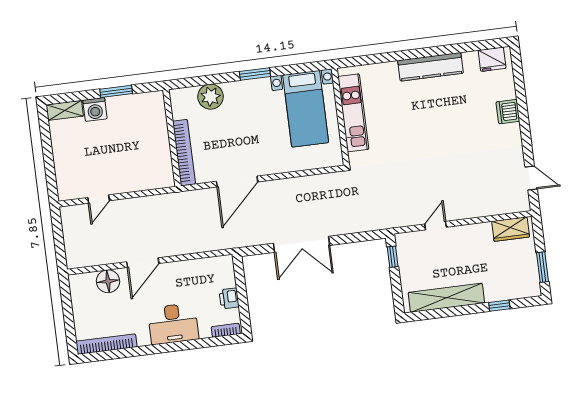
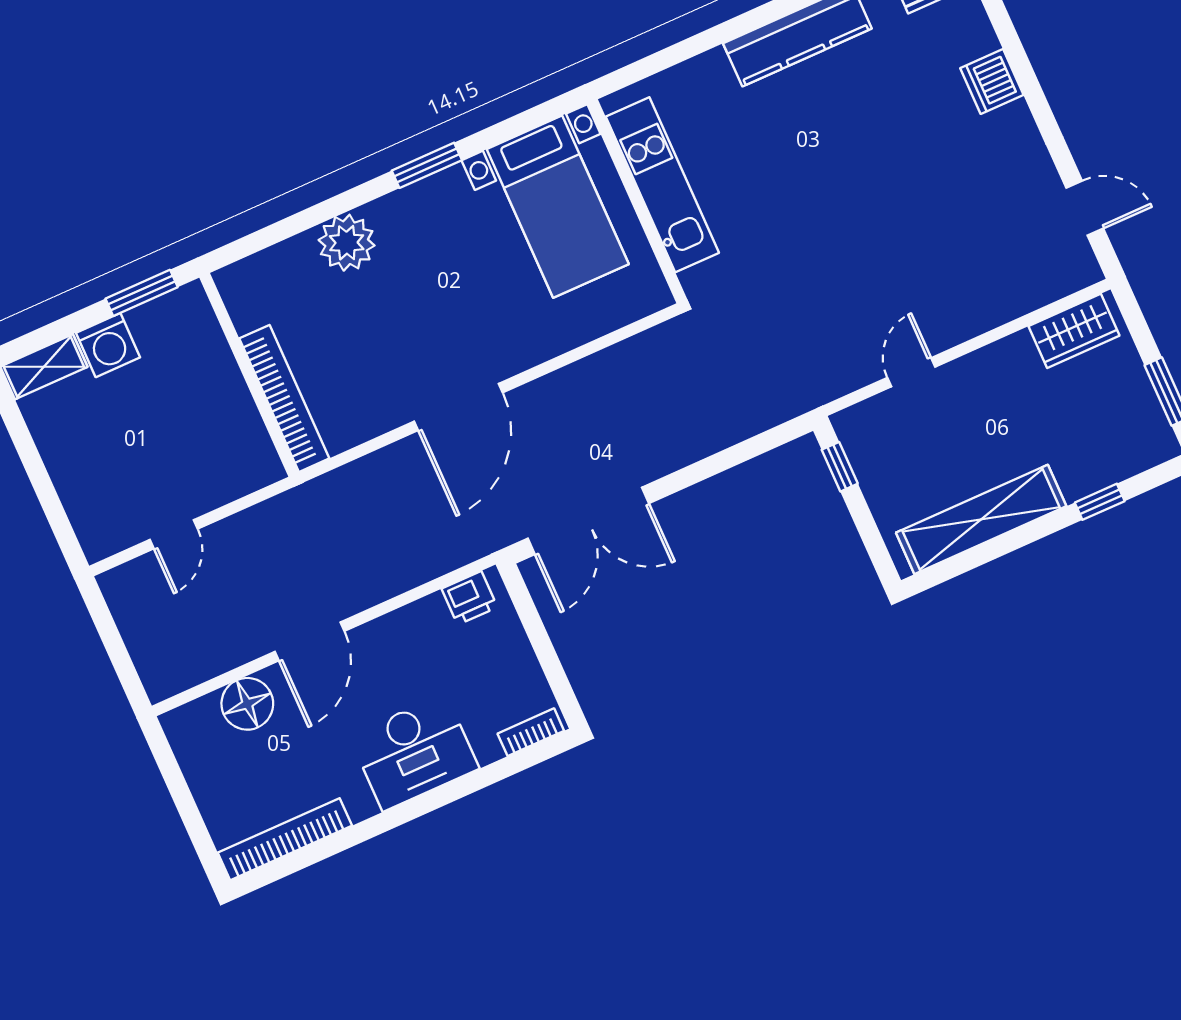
wall: (172, 138) -> (249, 375), moved
bookcase: (184, 153) -> (284, 398), moved
double door: (302, 244) -> (588, 521), moved
printer: (229, 298) -> (469, 598), moved, turned -90

